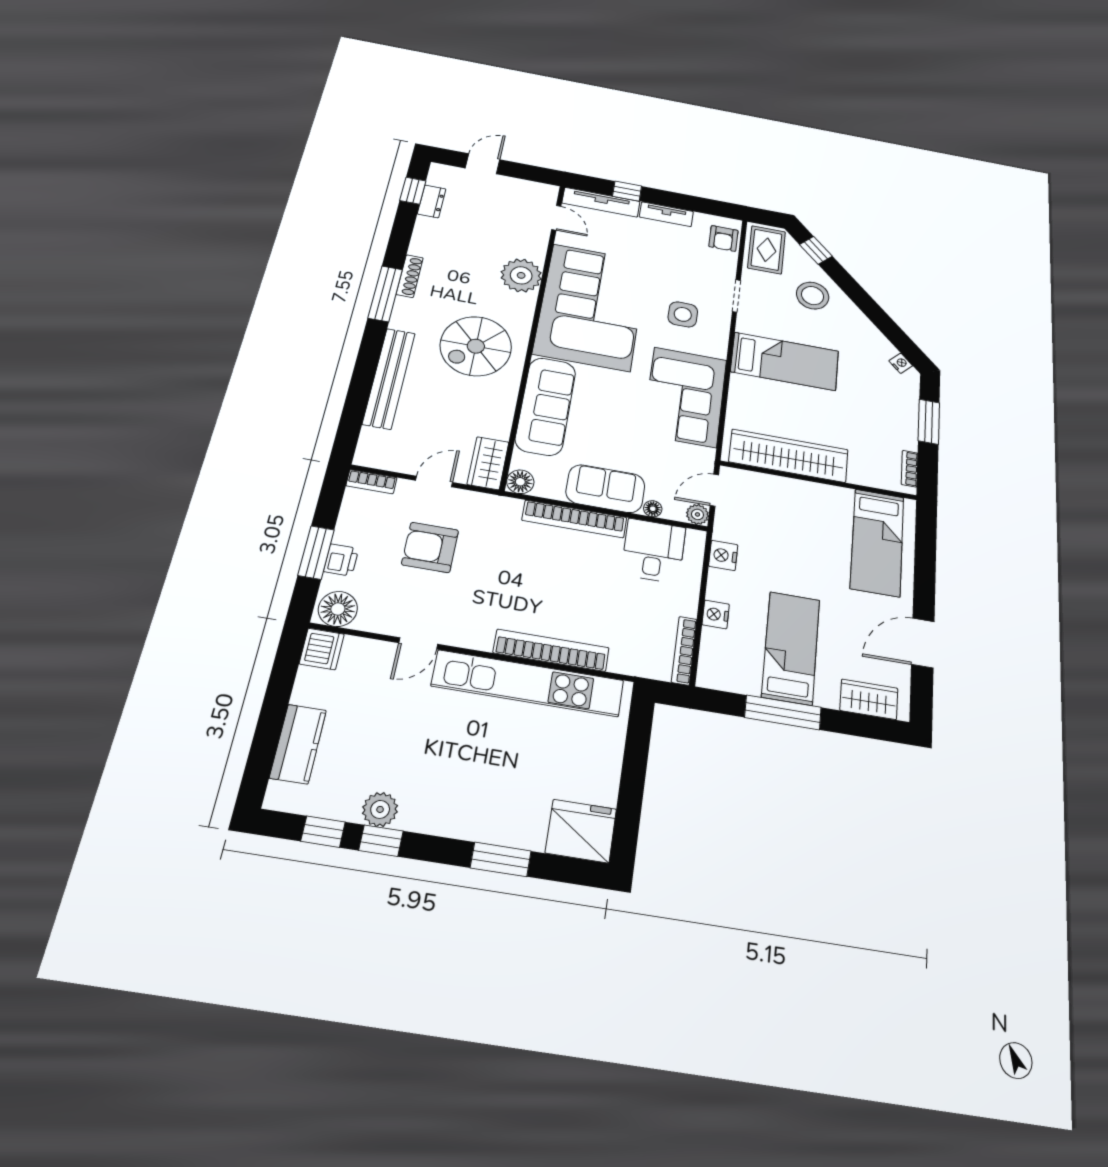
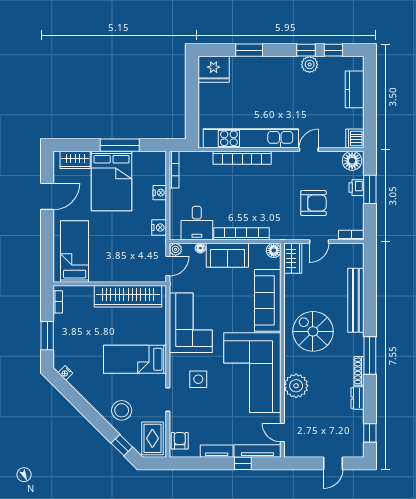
dresser: (432, 201) -> (358, 398), moved
spiral stairs: (476, 346) -> (313, 331), turned -90
bed: (791, 648) -> (112, 181), width x1.50

